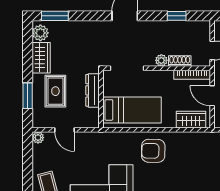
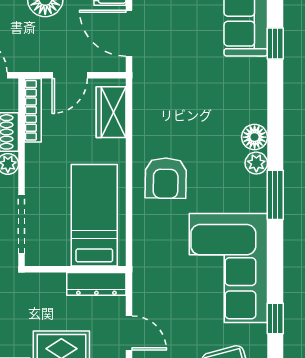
dresser: (93, 90) -> (96, 284), moved
door: (64, 130) -> (129, 333), hinge flipped

